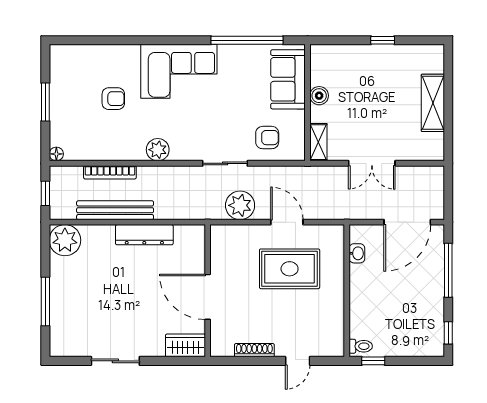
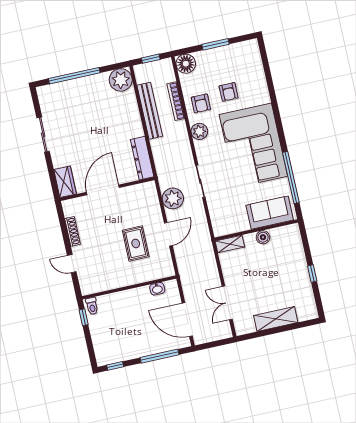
corner sofa: (179, 71) -> (253, 145), width x1.36, depth x1.36
armchair: (267, 138) -> (201, 103), moved
floor lamp: (56, 154) -> (186, 64), width x1.89, depth x1.89
double door: (372, 163) -> (227, 303), moved
dresser: (144, 235) -> (142, 158), moved
rug: (290, 269) -> (136, 243), width x0.73, depth x0.70
window: (45, 301) -> (74, 76), width x1.46

